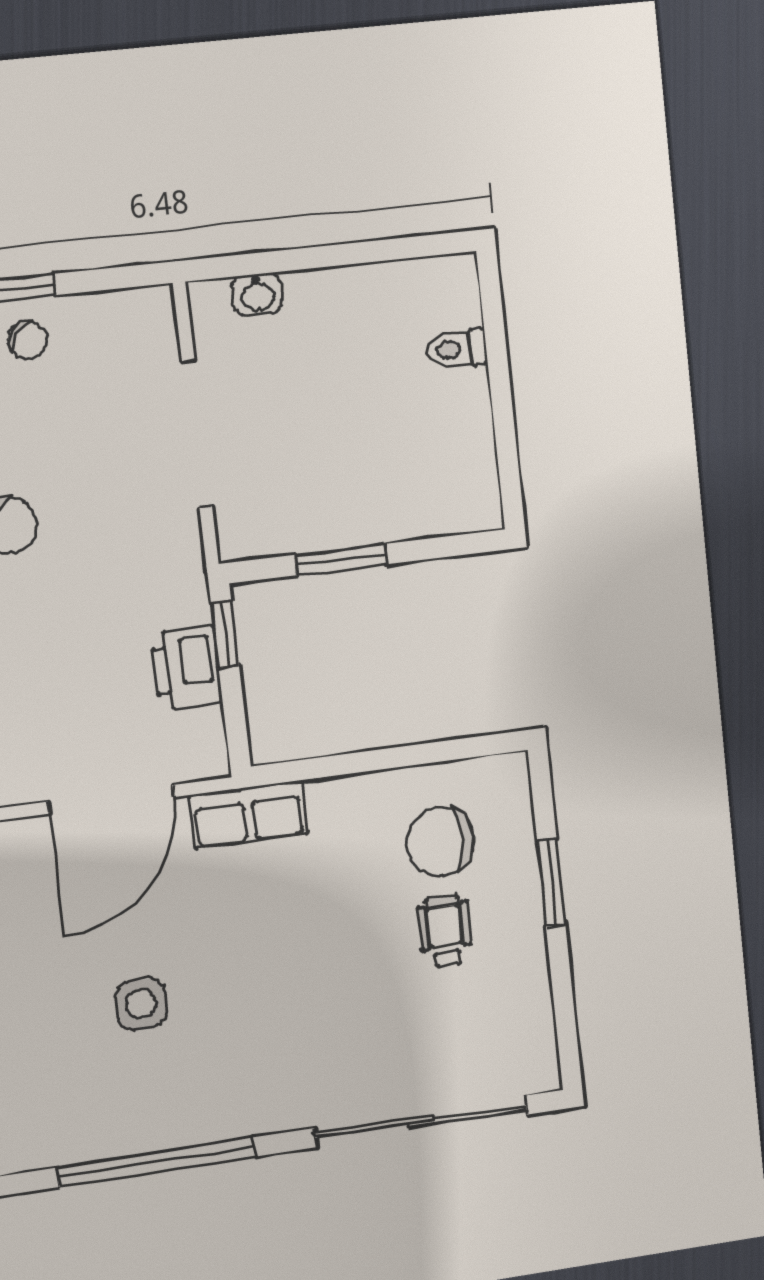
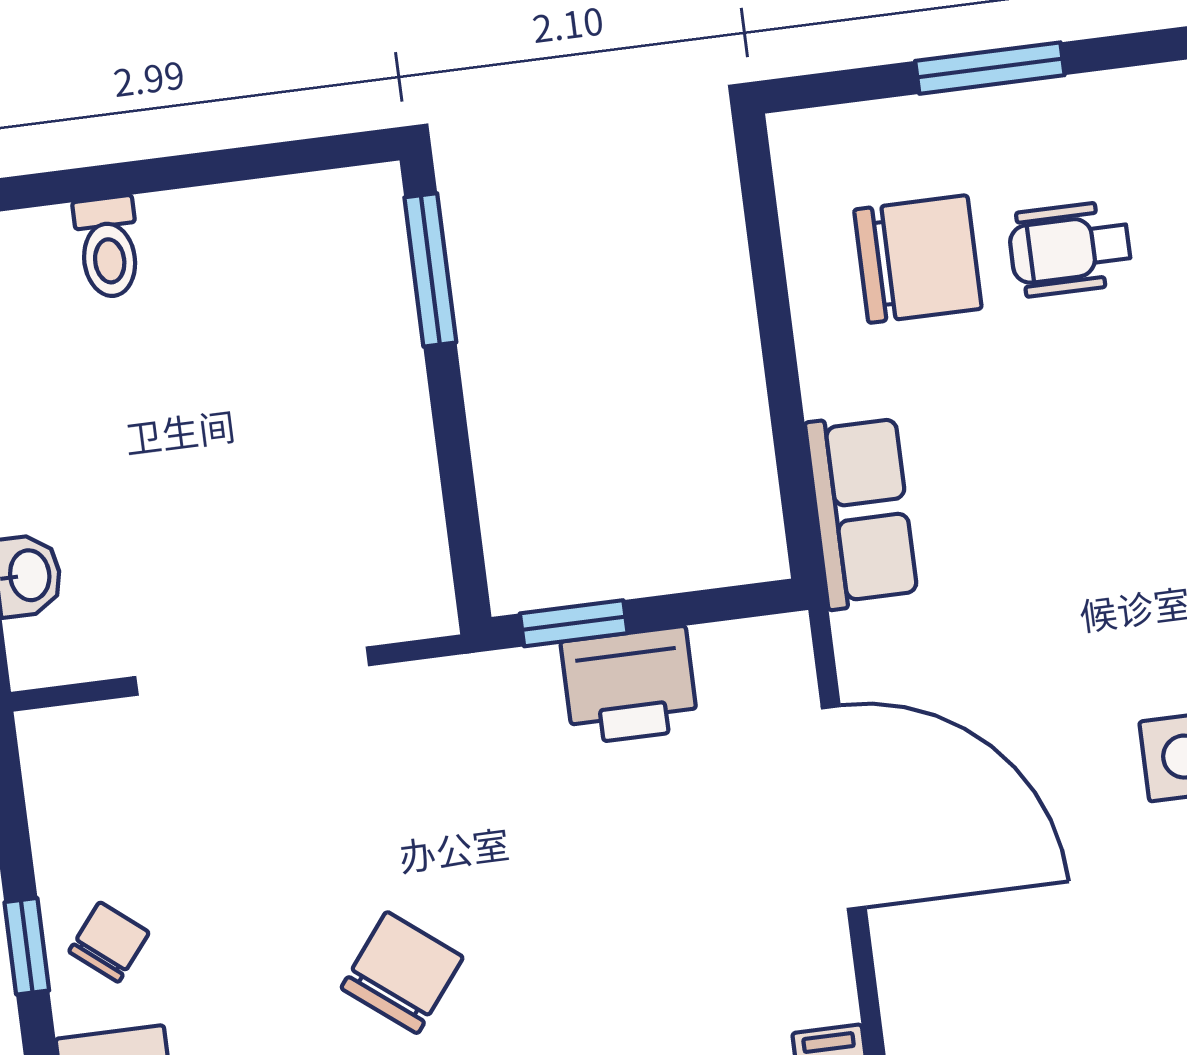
window: (341, 559) -> (430, 270), moved
row of seats: (249, 815) -> (861, 511), moved
chair: (441, 841) -> (918, 259), turned -90

